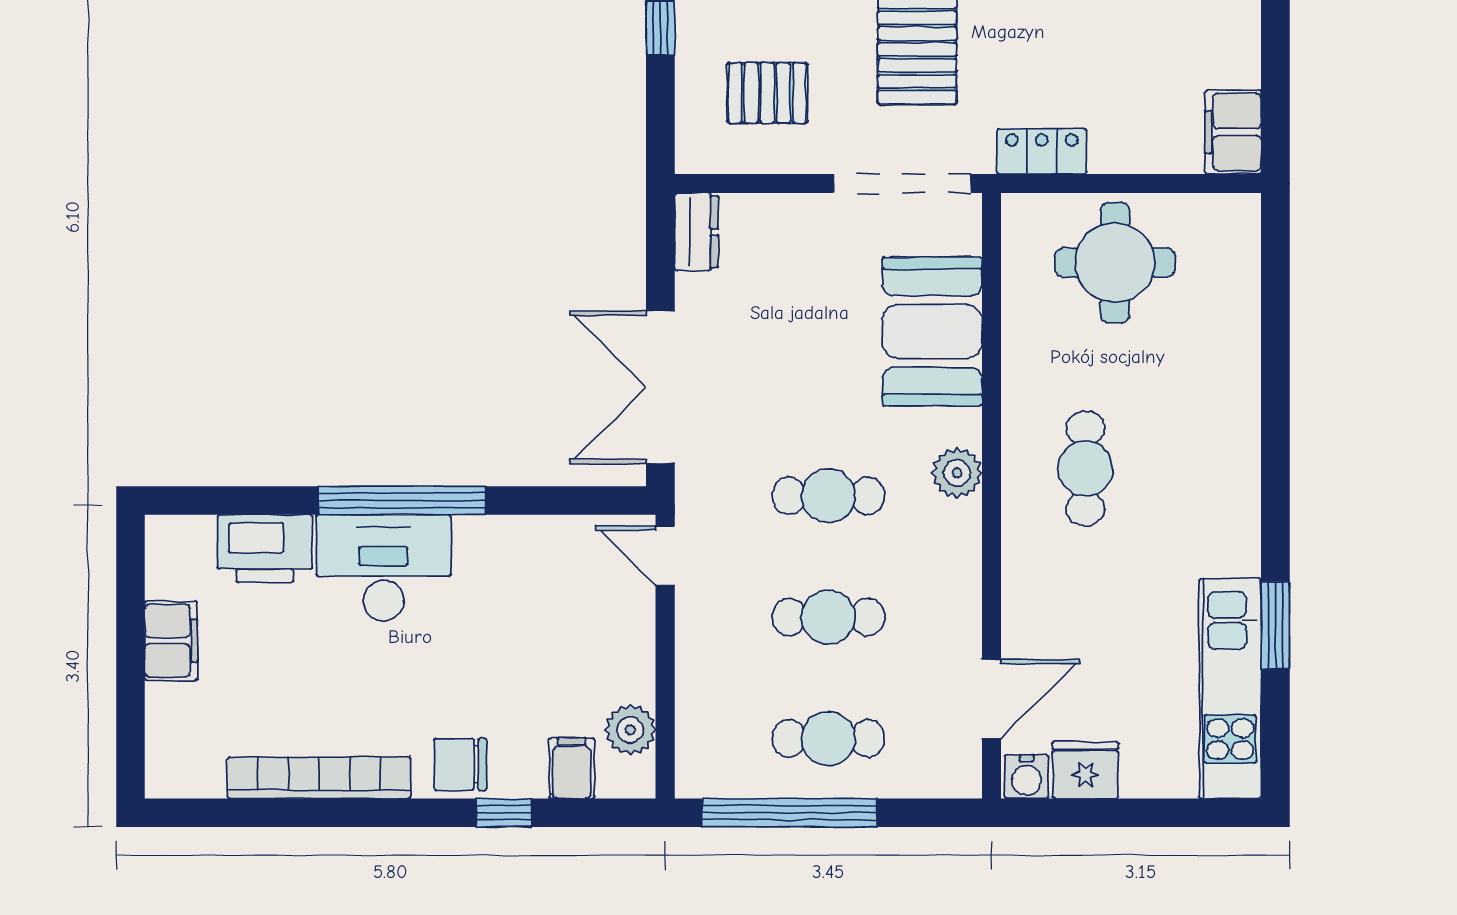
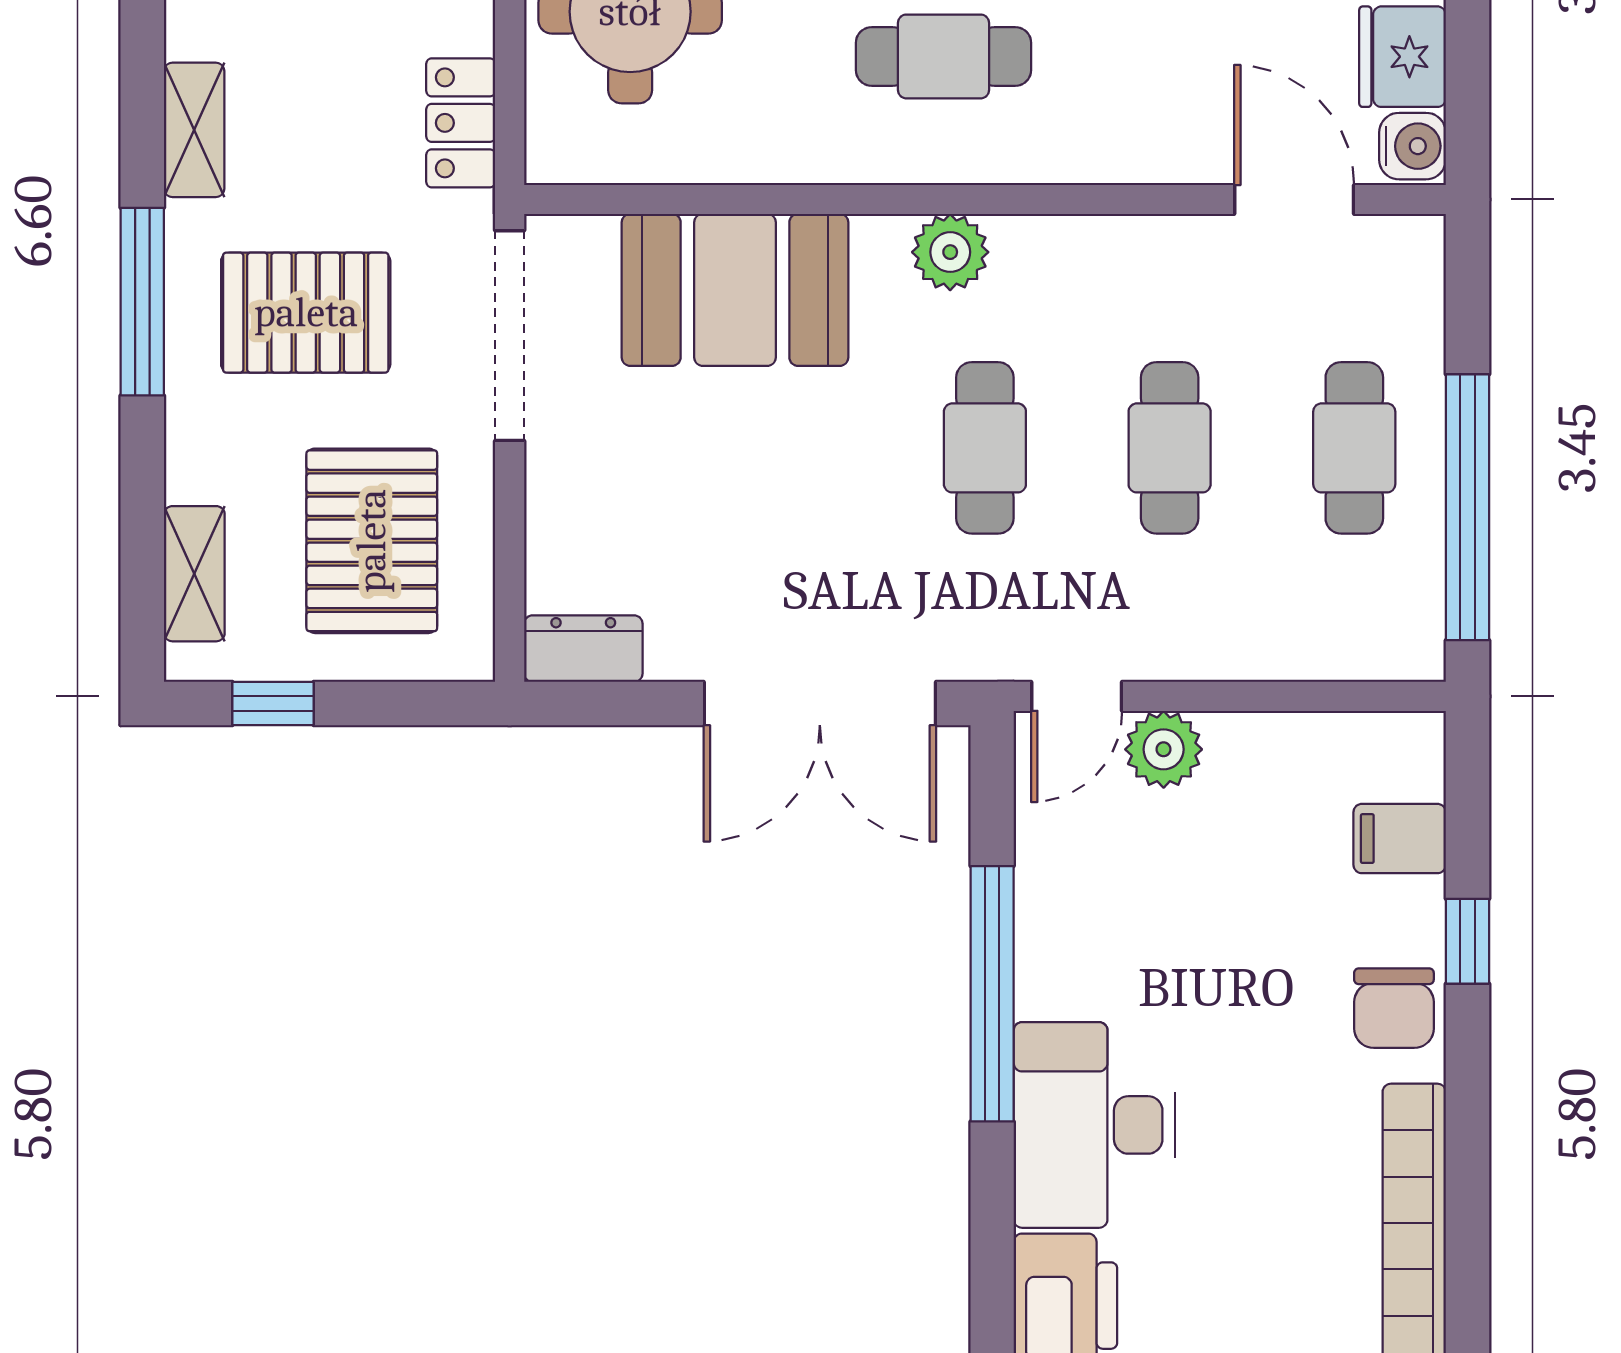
pallet: (767, 93) -> (372, 541), width x1.50, depth x1.42
window: (402, 500) -> (992, 994), moved
plant: (630, 730) -> (1164, 749), moved

